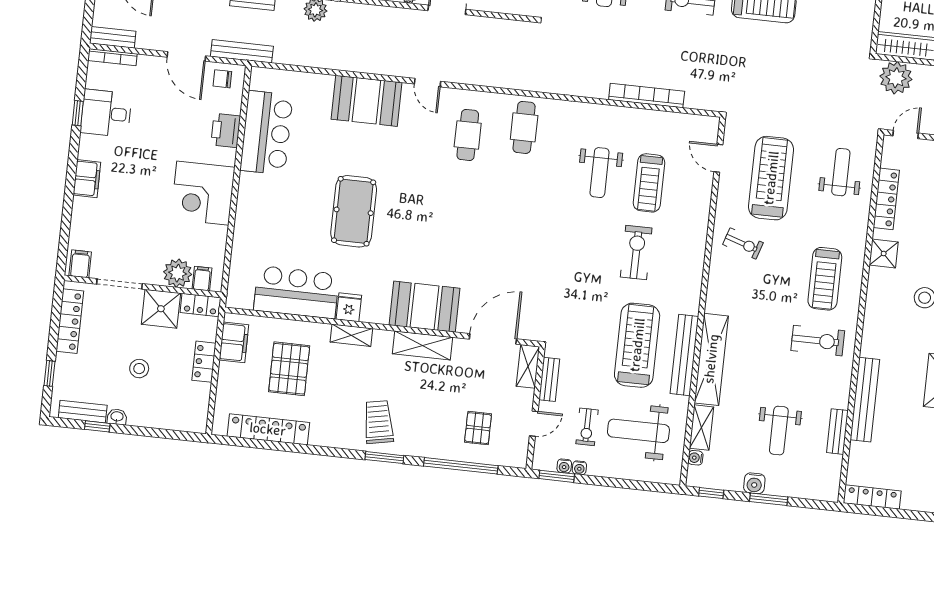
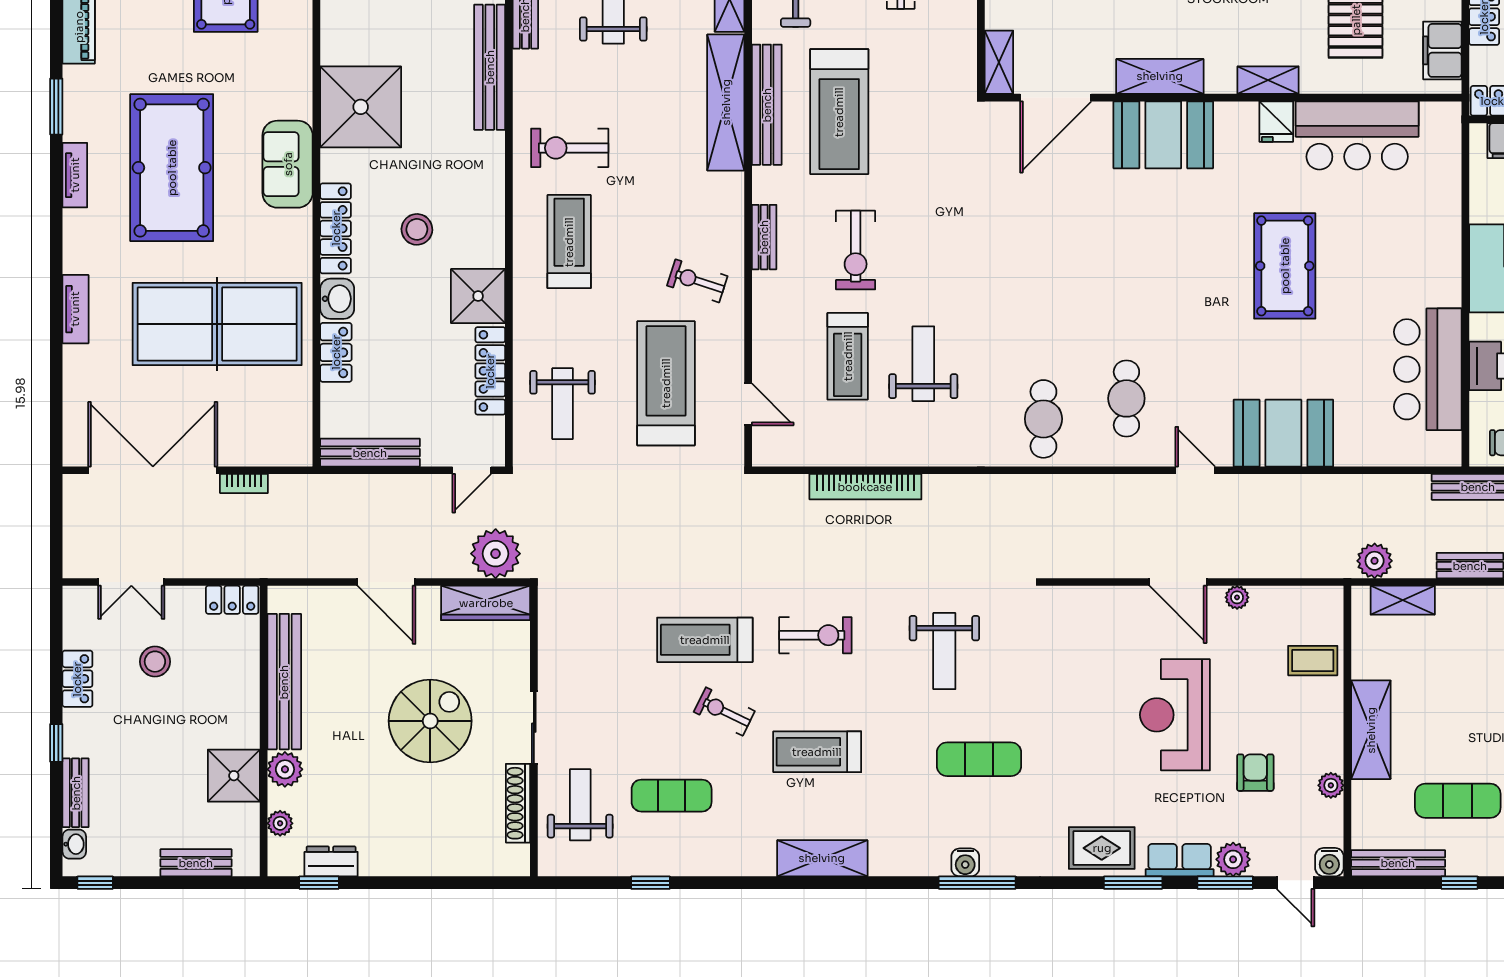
treadmill: (771, 178) -> (666, 383), turned 180
treadmill: (649, 183) -> (848, 356), turned 180
shower: (884, 254) -> (478, 296), width x1.36, depth x1.36
bench: (549, 379) -> (764, 237), moved

